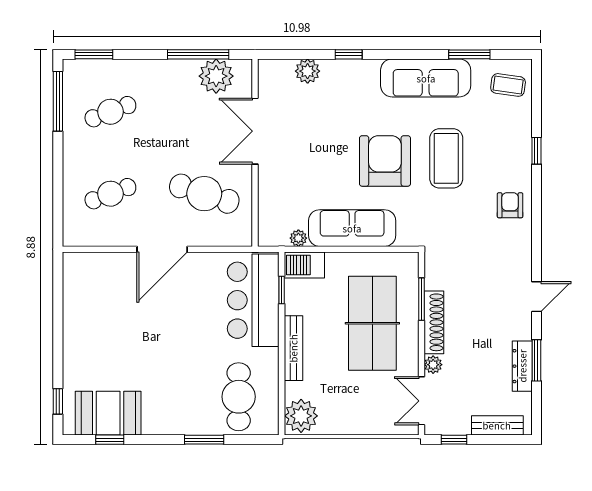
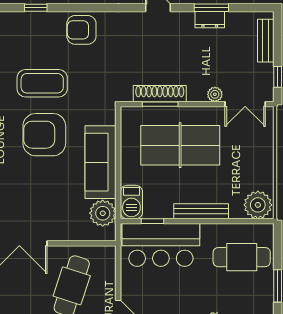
armchair: (510, 205) -> (81, 30), width x1.38, depth x1.38
plant: (298, 238) -> (103, 213), width x1.88, depth x1.88
shoe rack: (434, 322) -> (160, 94), moved
dresser: (522, 366) -> (210, 20), width x0.70

